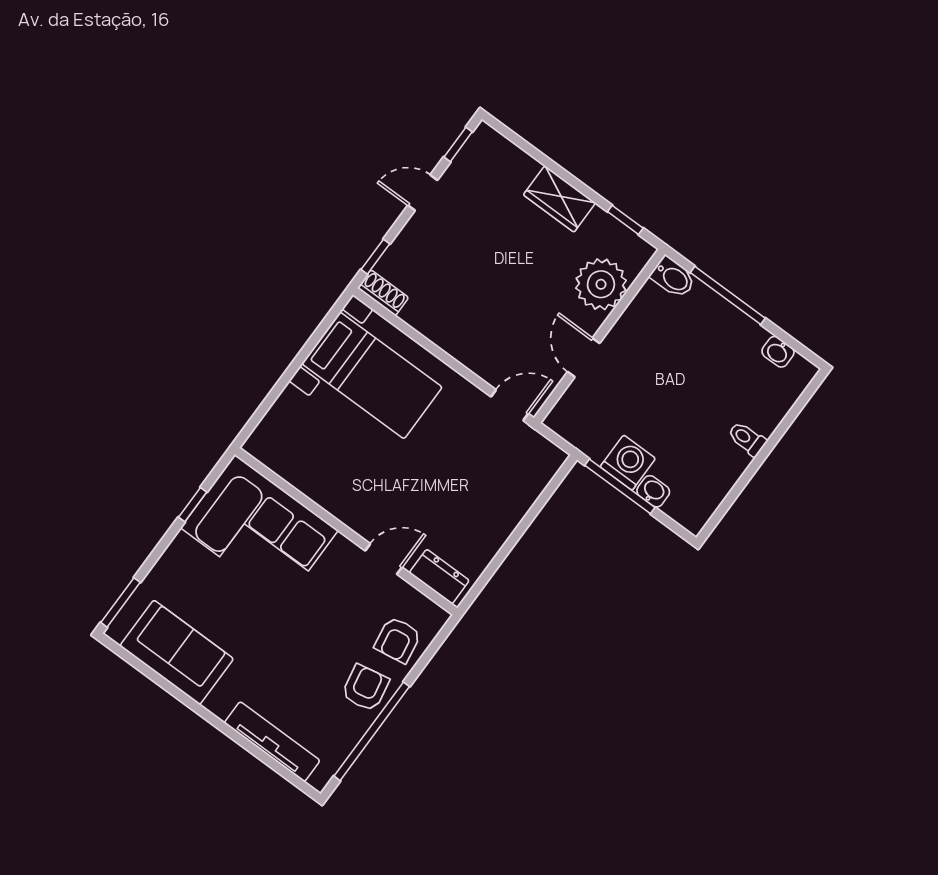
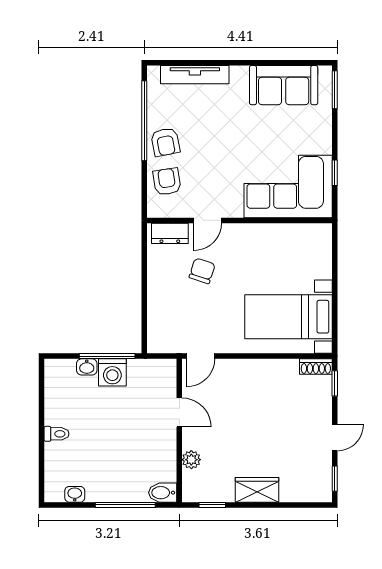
plant: (601, 284) -> (191, 460), width x0.53, depth x0.53
chair: (434, 504) -> (202, 271), added

